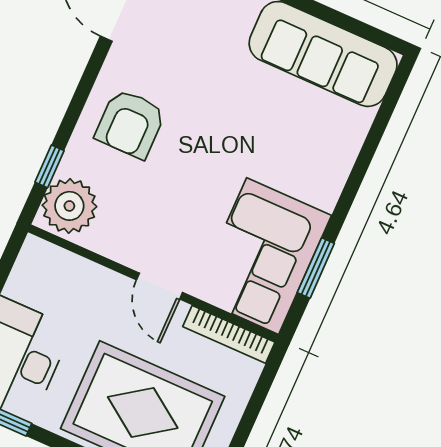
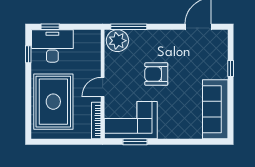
armchair: (130, 124) -> (156, 74), moved
window: (49, 166) -> (129, 27), width x2.17

